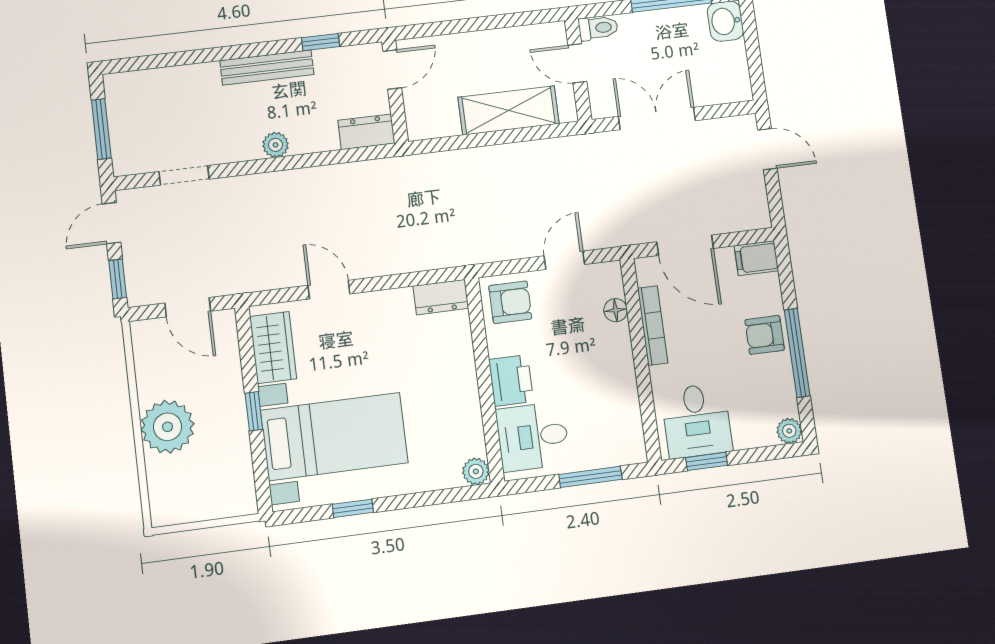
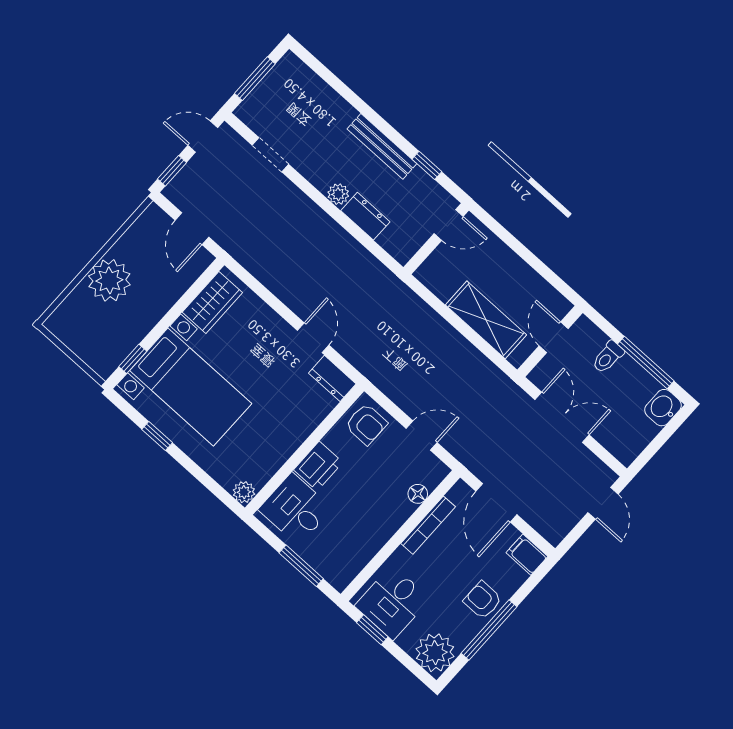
toilet: (598, 28) -> (608, 357), moved, turned 90
dresser: (366, 132) -> (365, 216), moved
door: (329, 290) -> (313, 338), moved
window: (254, 411) -> (133, 359), moved
plant: (789, 431) -> (435, 653), width x1.88, depth x1.88

